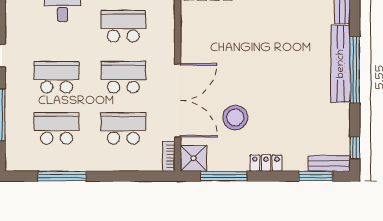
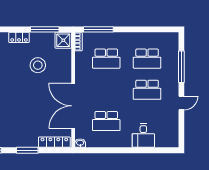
school desk: (123, 77) -> (106, 90), removed
double door: (178, 100) -> (73, 106), moved
window: (62, 176) -> (98, 29), moved

